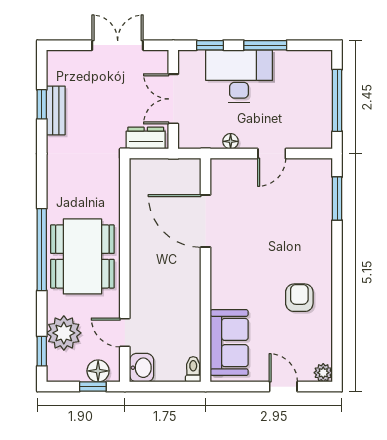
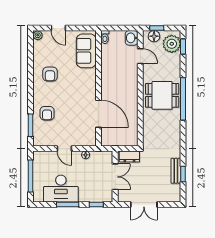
desk: (239, 76) -> (61, 189), moved
door: (272, 154) -> (64, 149), swing flipped
armchair: (305, 222) -> (47, 113), added
dining table: (82, 256) -> (162, 95), width x0.73
plant: (64, 333) -> (172, 44), moved

